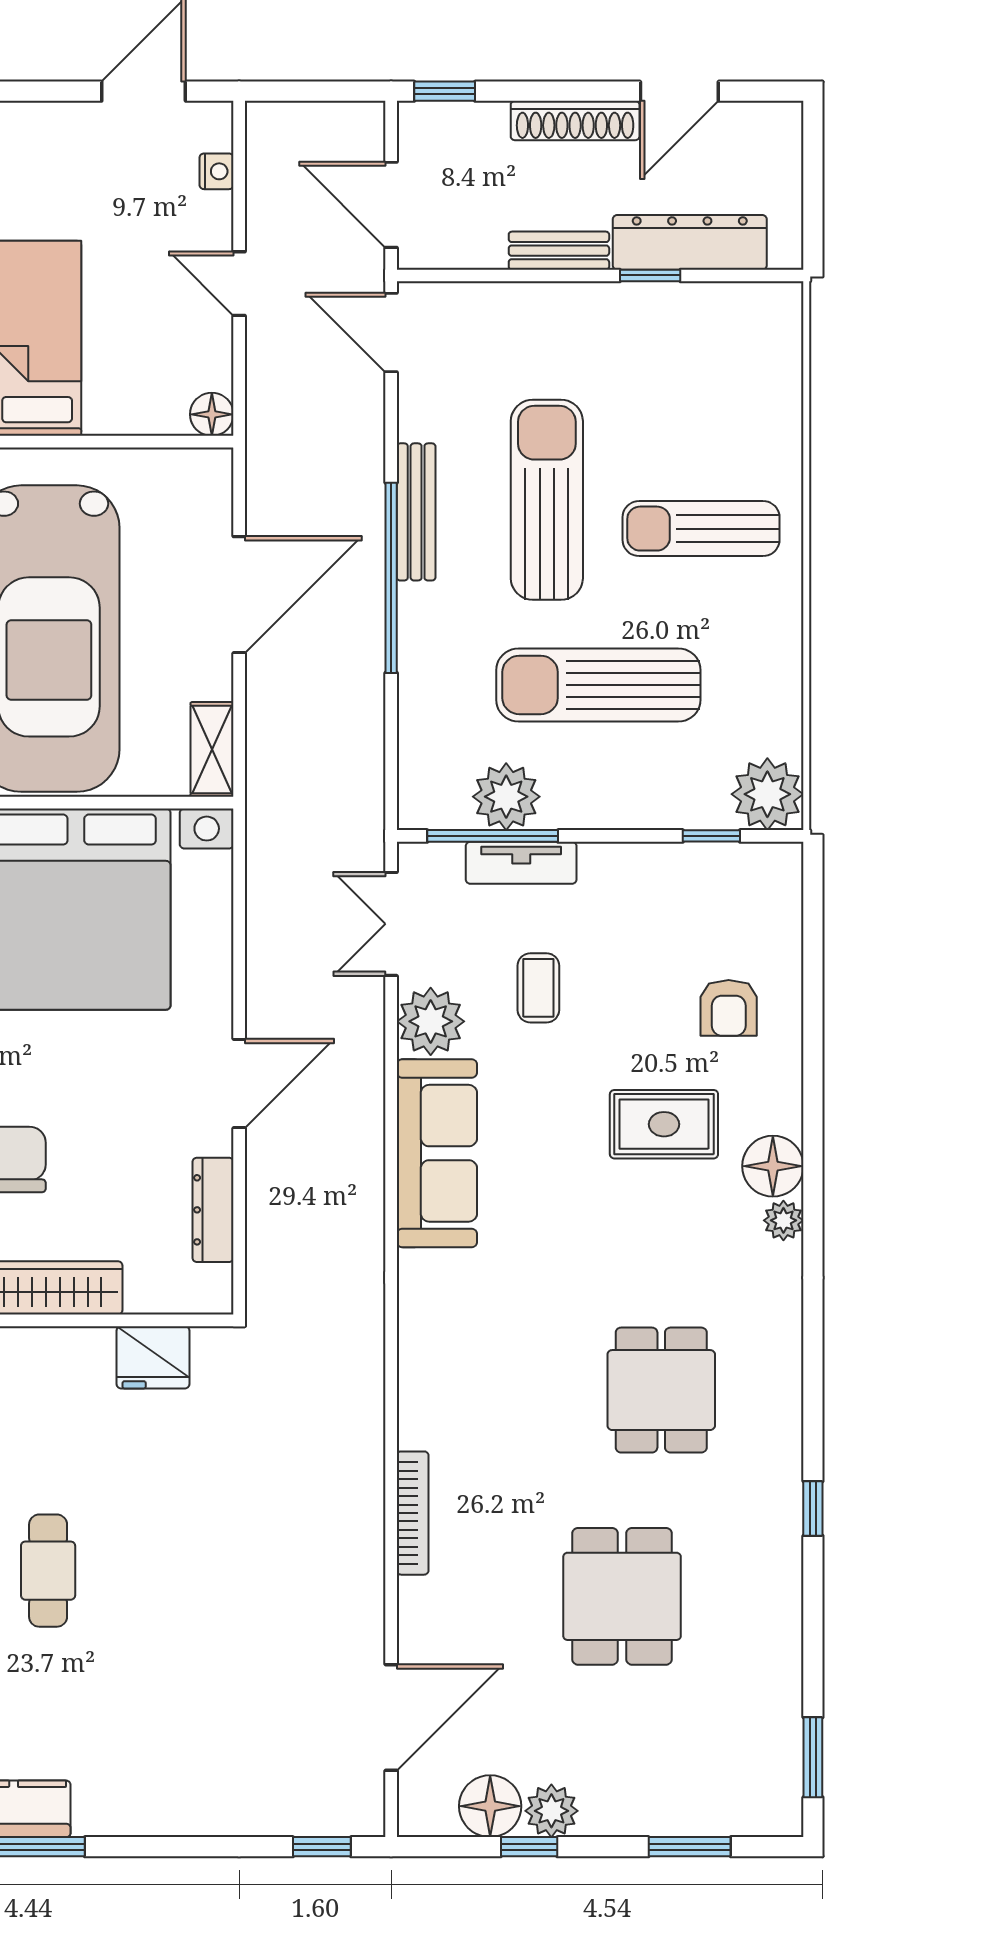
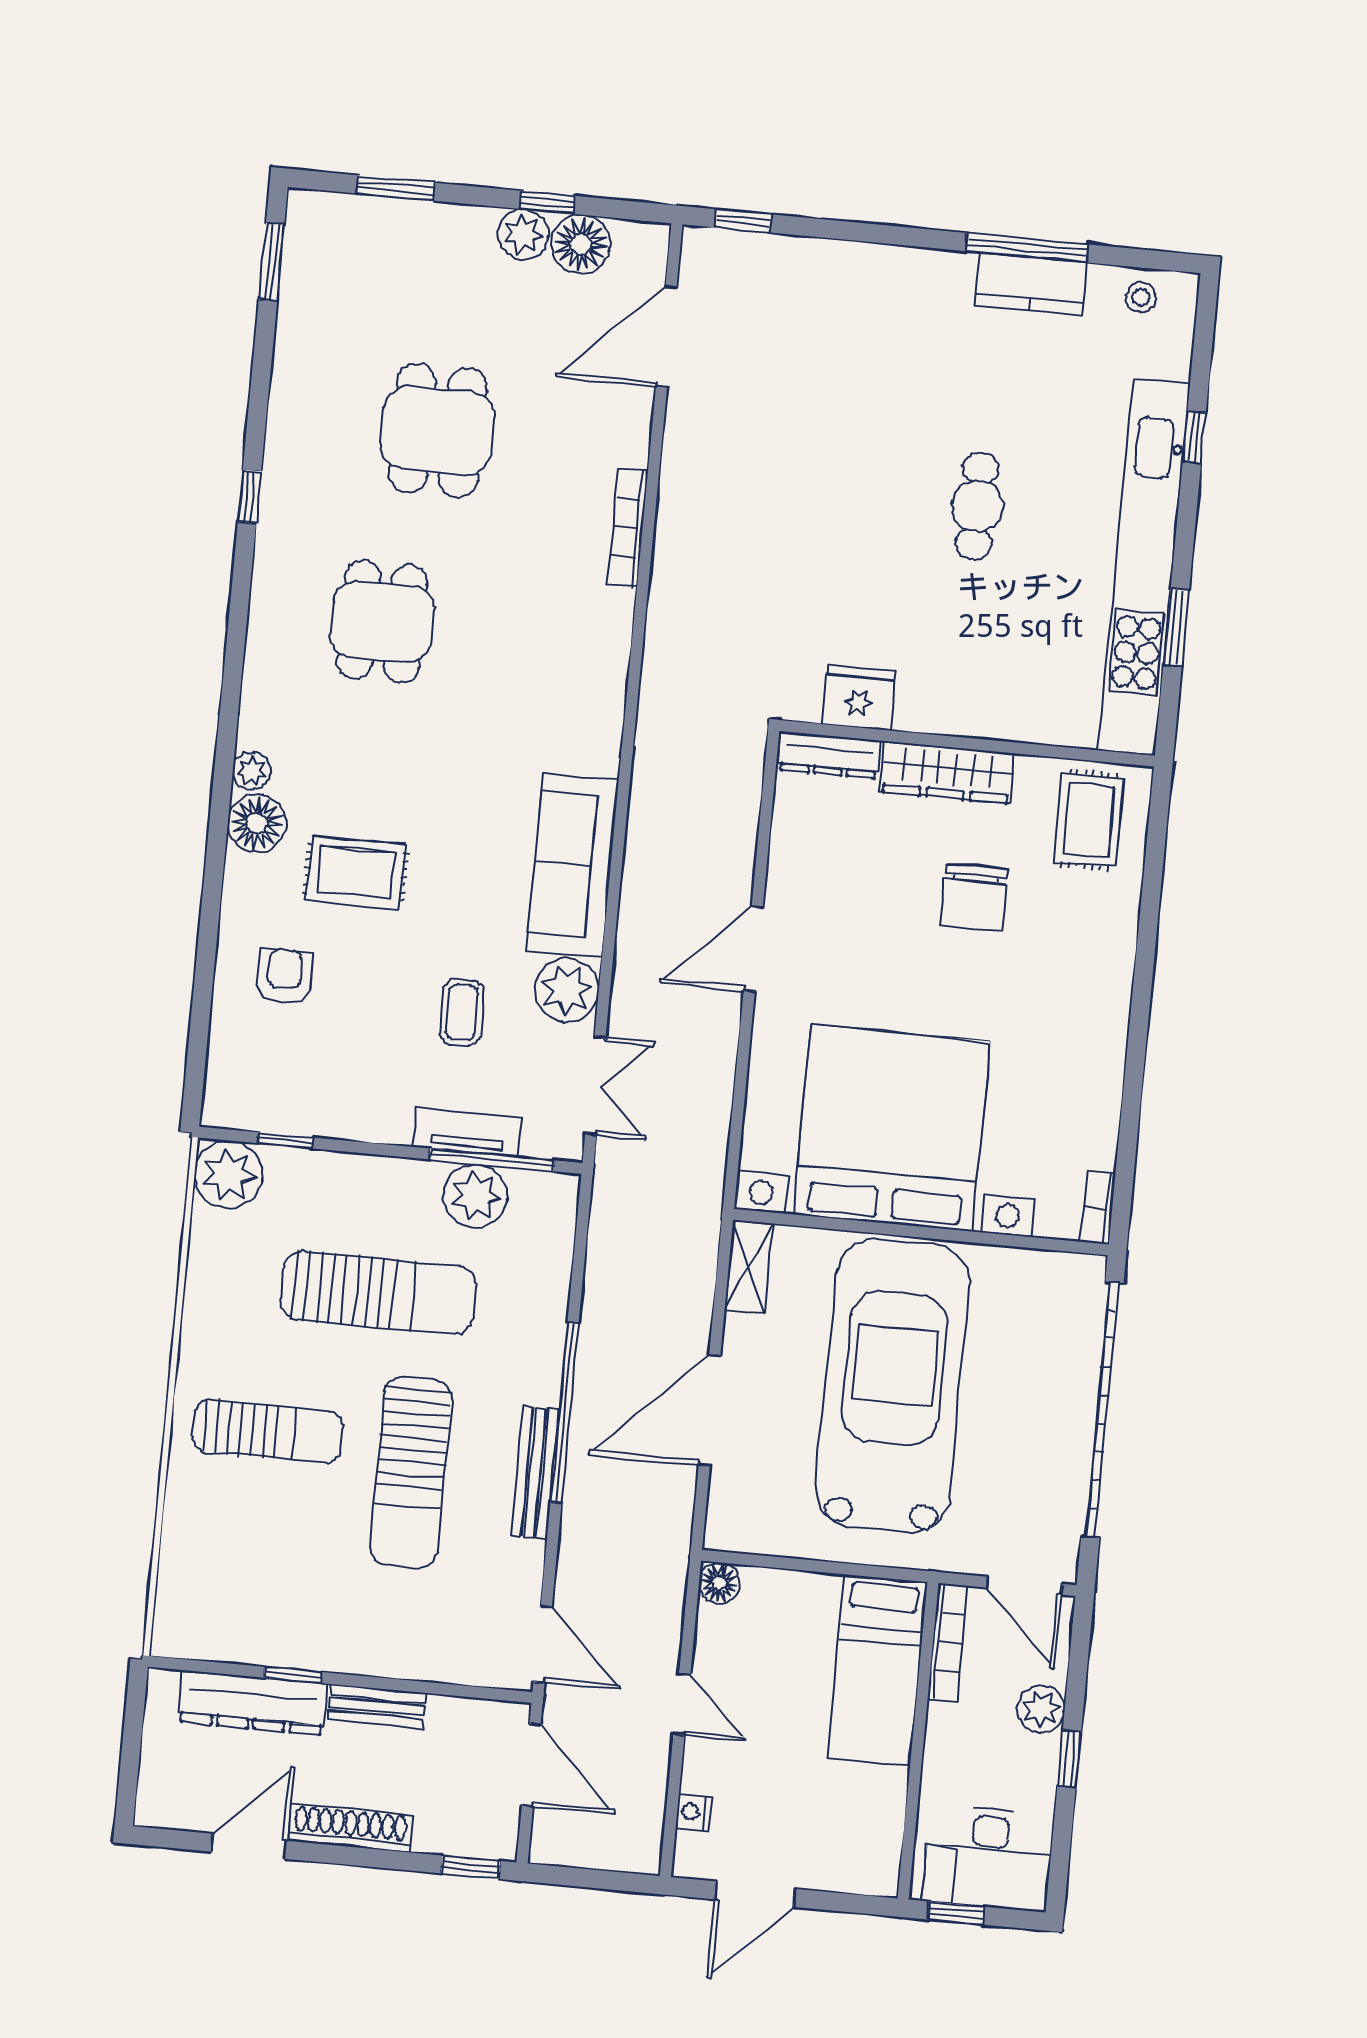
dresser: (213, 1210) -> (829, 755), moved, turned 90

